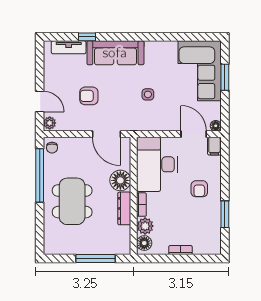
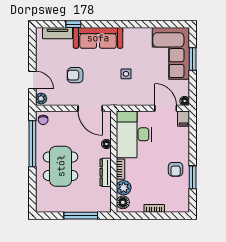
floor lamp: (120, 180) -> (106, 144), width x0.53, depth x0.53
armchair: (199, 189) -> (176, 169), moved

